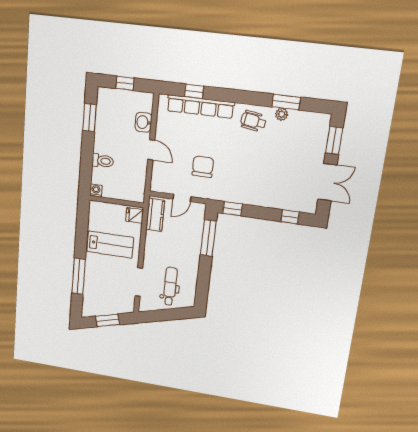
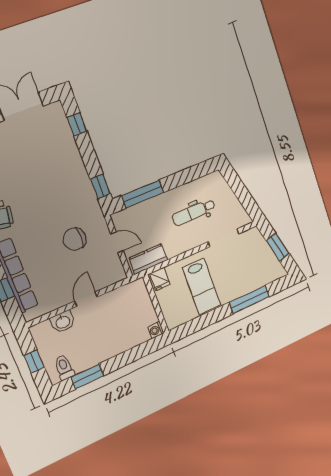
toilet: (103, 161) -> (64, 367), moved
lab bench: (110, 245) -> (202, 286), turned 180
dental chair: (170, 286) -> (194, 212), moved

